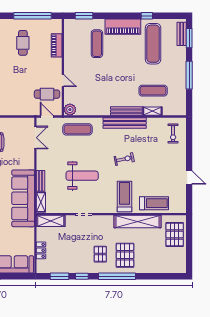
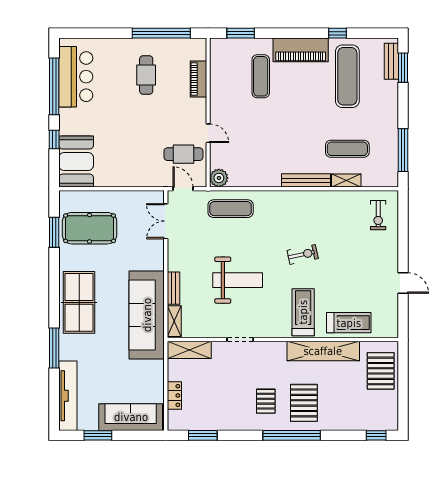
window: (189, 75) -> (403, 150), moved
bench: (125, 123) -> (303, 199), removed
double door: (35, 138) -> (166, 221), swing flipped
window: (82, 276) -> (376, 435), moved

